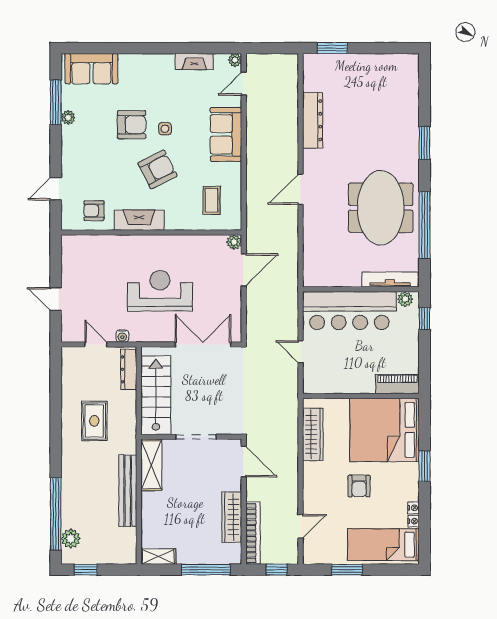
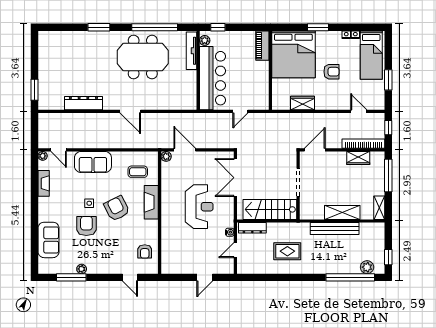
sofa: (91, 69) -> (48, 240), moved
fireplace: (139, 220) -> (151, 202), moved
reception desk: (160, 291) -> (199, 207), turned 180
wardrobe: (313, 434) -> (302, 103), width x0.67
shelving: (151, 465) -> (342, 213), moved
wardrobe: (232, 517) -> (358, 158), width x0.67

